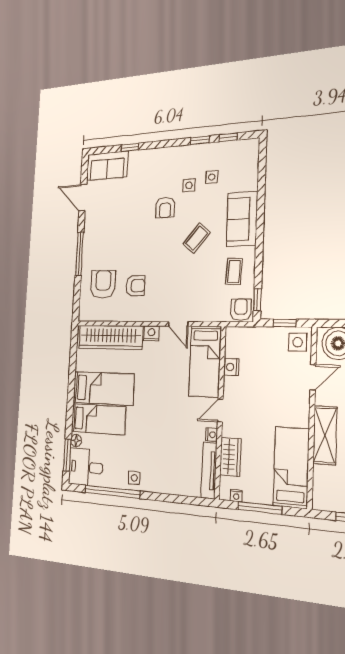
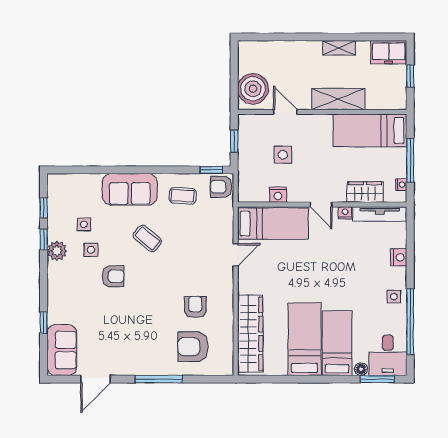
plant: (189, 154) -> (57, 251), added
nightstand: (151, 333) -> (399, 257), moved, turned 180
side table: (298, 342) -> (283, 155), moved

